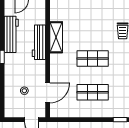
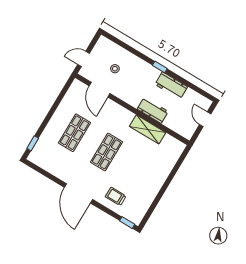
workbench: (11, 34) -> (171, 86), width x0.73
workbench: (39, 42) -> (153, 110), width x0.73

